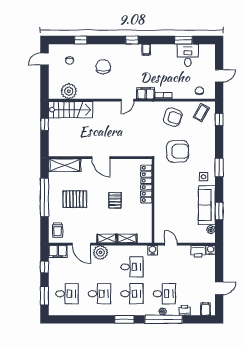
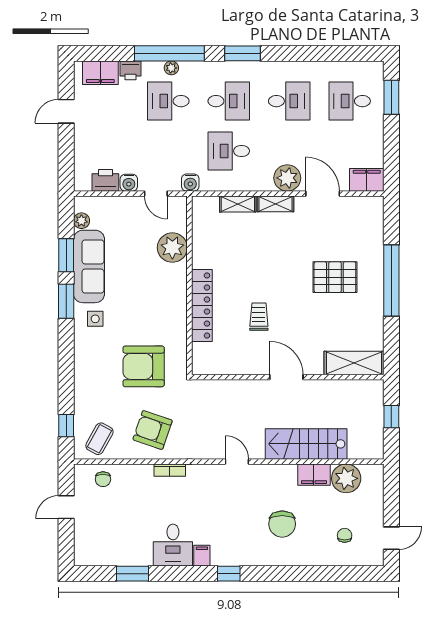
window: (81, 40) -> (324, 574), removed
desk: (188, 55) -> (173, 545), moved
filing cabinet: (146, 93) -> (314, 475), moved
door: (127, 100) -> (237, 462), hinge flipped
stairs: (70, 110) -> (306, 444), moved
wall: (100, 158) -> (288, 377), moved
door: (101, 158) -> (286, 377), moved
shelving: (65, 165) -> (354, 363), moved
window: (219, 167) -> (66, 301), moved
pallet: (115, 200) -> (260, 275), removed
plant: (162, 215) -> (172, 248), added
trolley: (58, 230) -> (259, 317), moved
water cooler: (211, 250) -> (129, 183), moved
window: (44, 267) -> (391, 151), removed
desk: (99, 294) -> (289, 101), turned 180
desk: (132, 294) -> (229, 101), turned 180
filing cabinet: (206, 309) -> (100, 73), width x2.00

